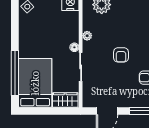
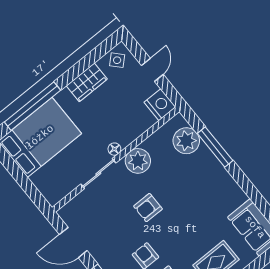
plant: (87, 36) -> (138, 161), width x1.88, depth x1.88
wardrobe: (65, 100) -> (87, 82), moved, turned 90

